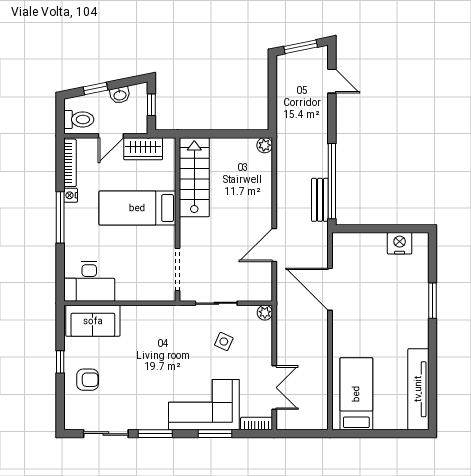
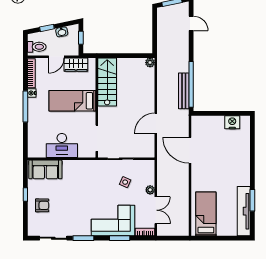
bench: (320, 200) -> (184, 91), width x1.36
desk: (89, 281) -> (62, 145), moved
window: (433, 301) -> (252, 200), moved
plant: (265, 313) -> (150, 190), moved

